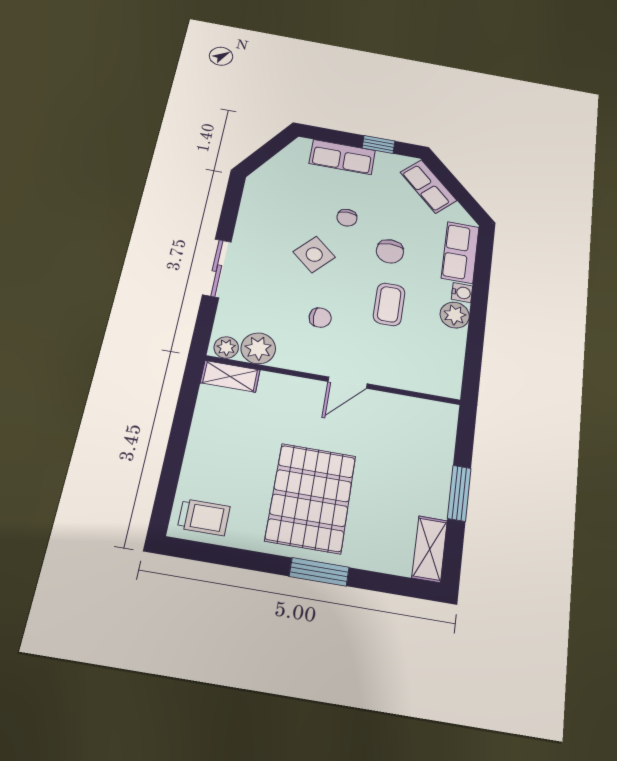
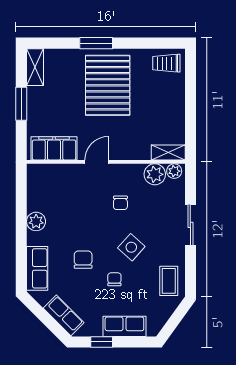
water cooler: (462, 293) -> (33, 239), removed
coffee table: (389, 304) -> (169, 281), moved
chair: (320, 318) -> (120, 203), turned -90
filing cabinet: (414, 415) -> (54, 148), added

